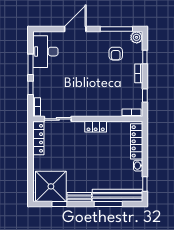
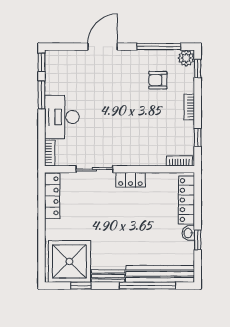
desk: (45, 52) -> (62, 117), moved
armchair: (116, 54) -> (158, 80), turned 90
window: (145, 57) -> (198, 68), moved
window: (30, 88) -> (41, 62), moved
sliding door: (58, 119) -> (94, 169), moved
window: (145, 184) -> (198, 240), moved
window: (108, 204) -> (148, 286), width x1.46

